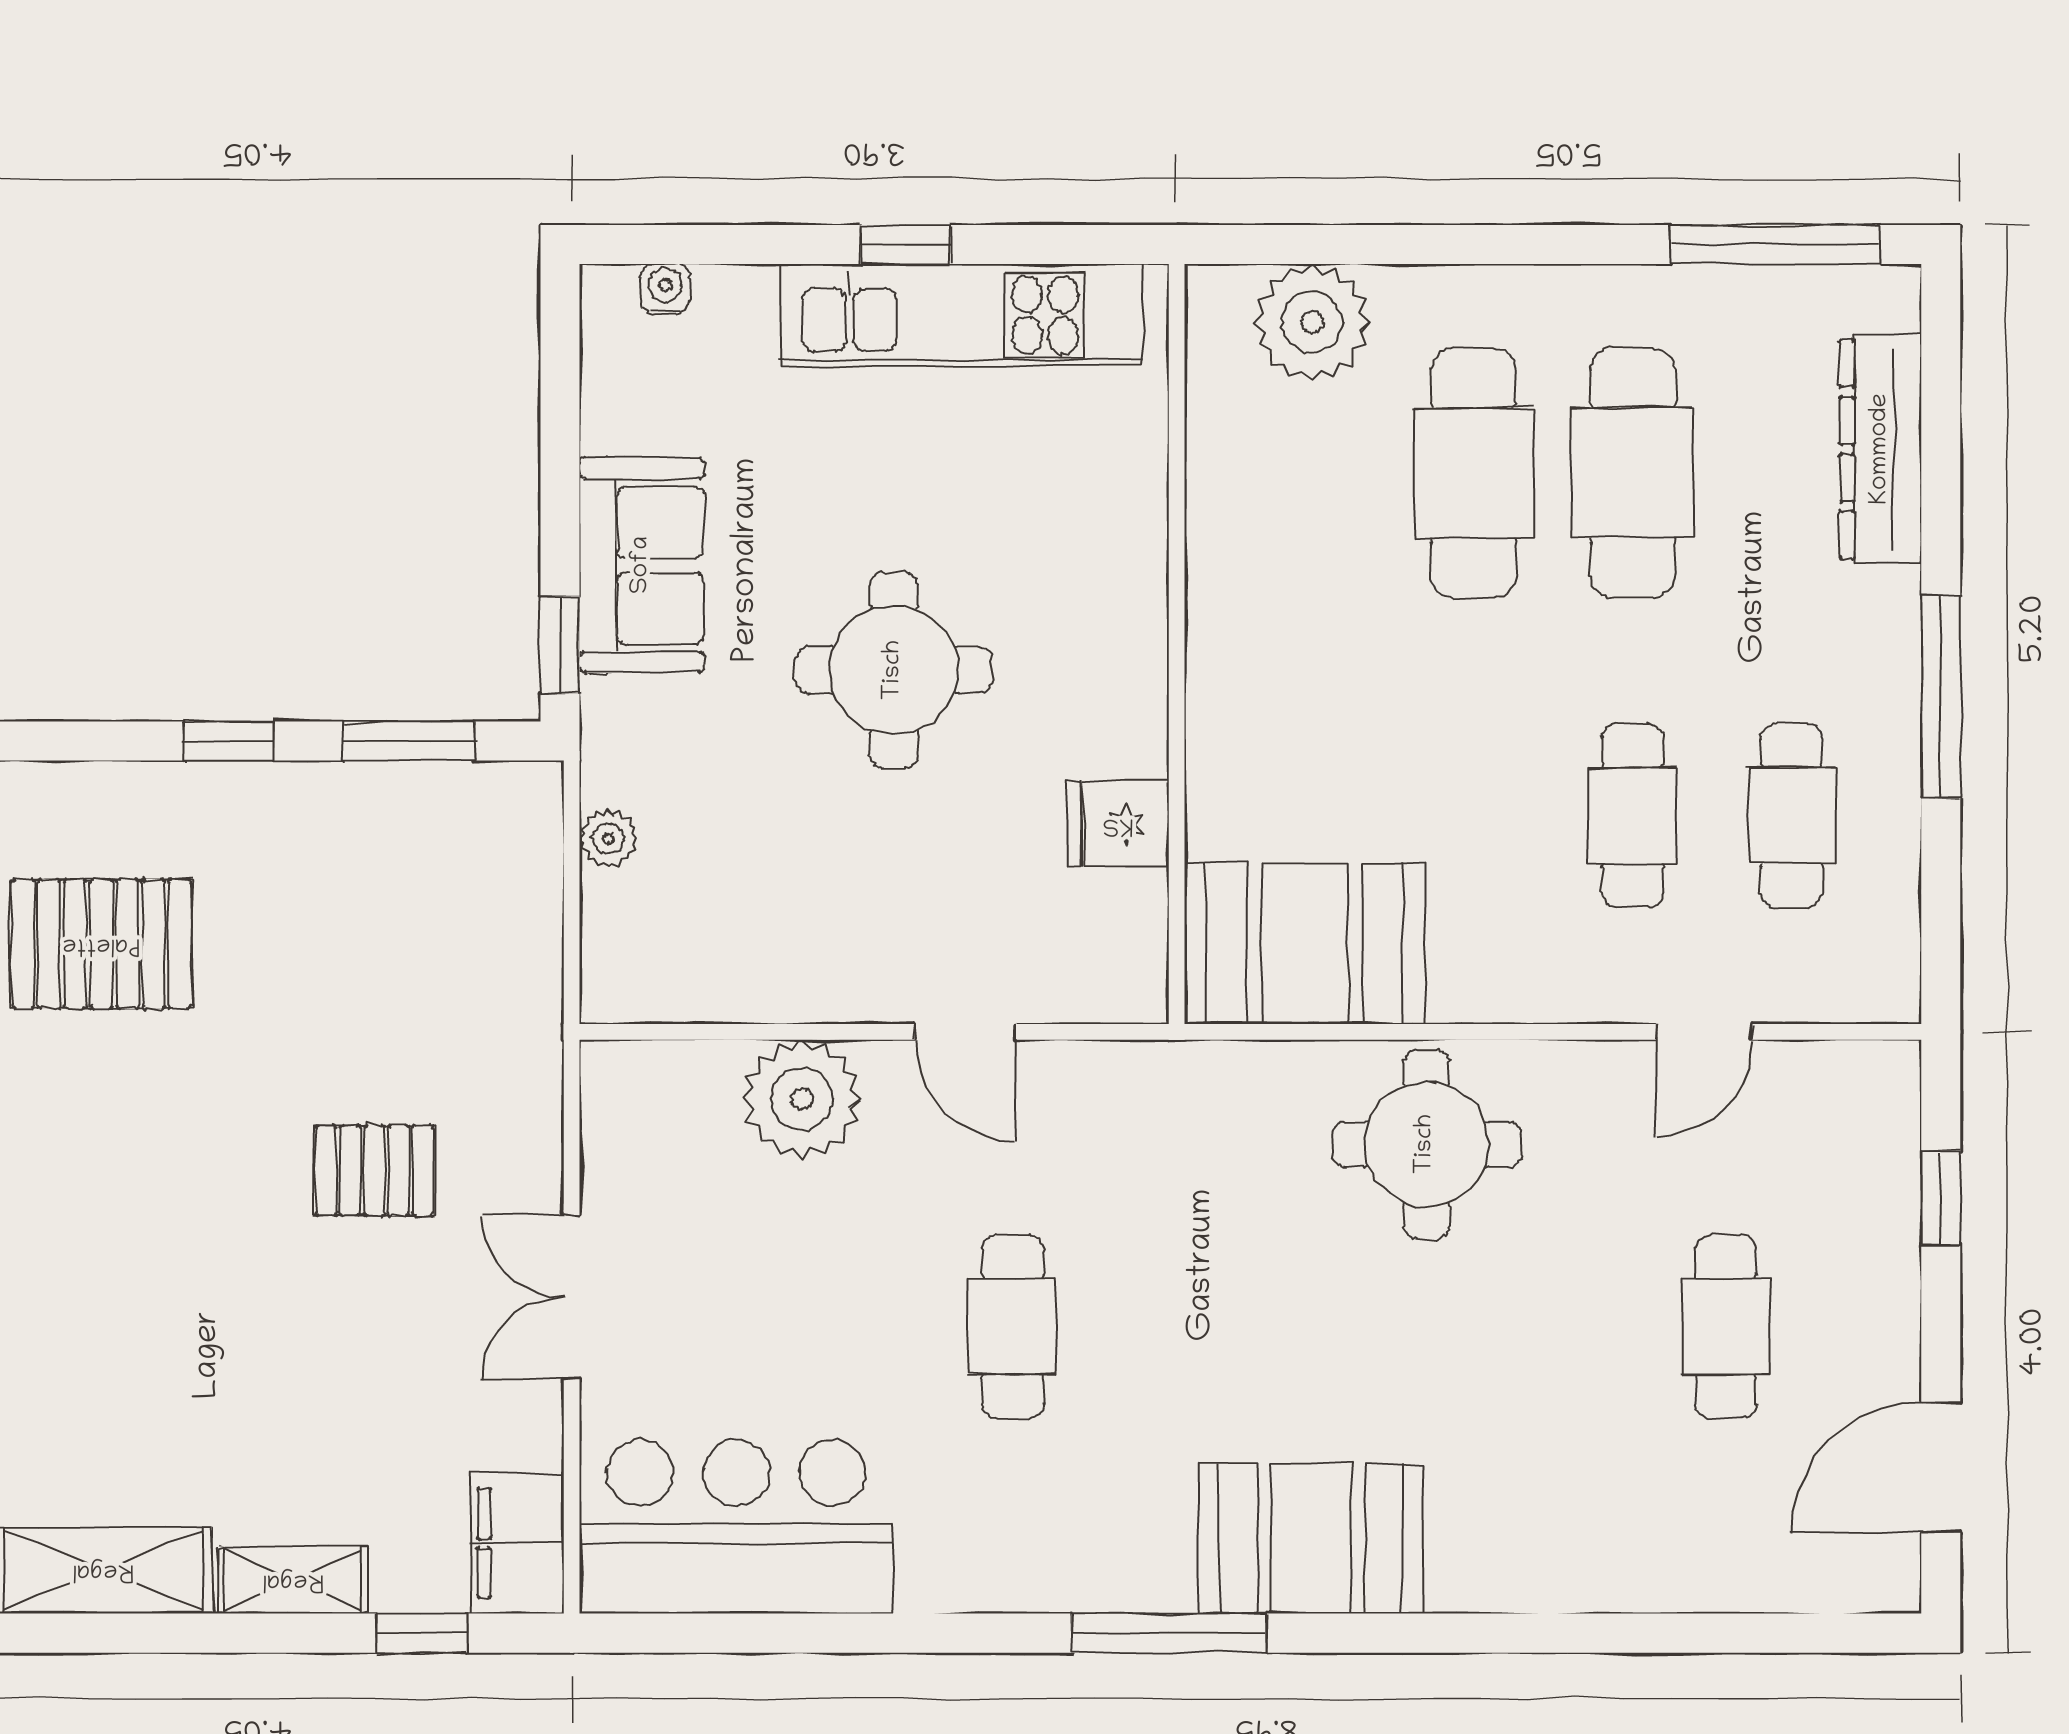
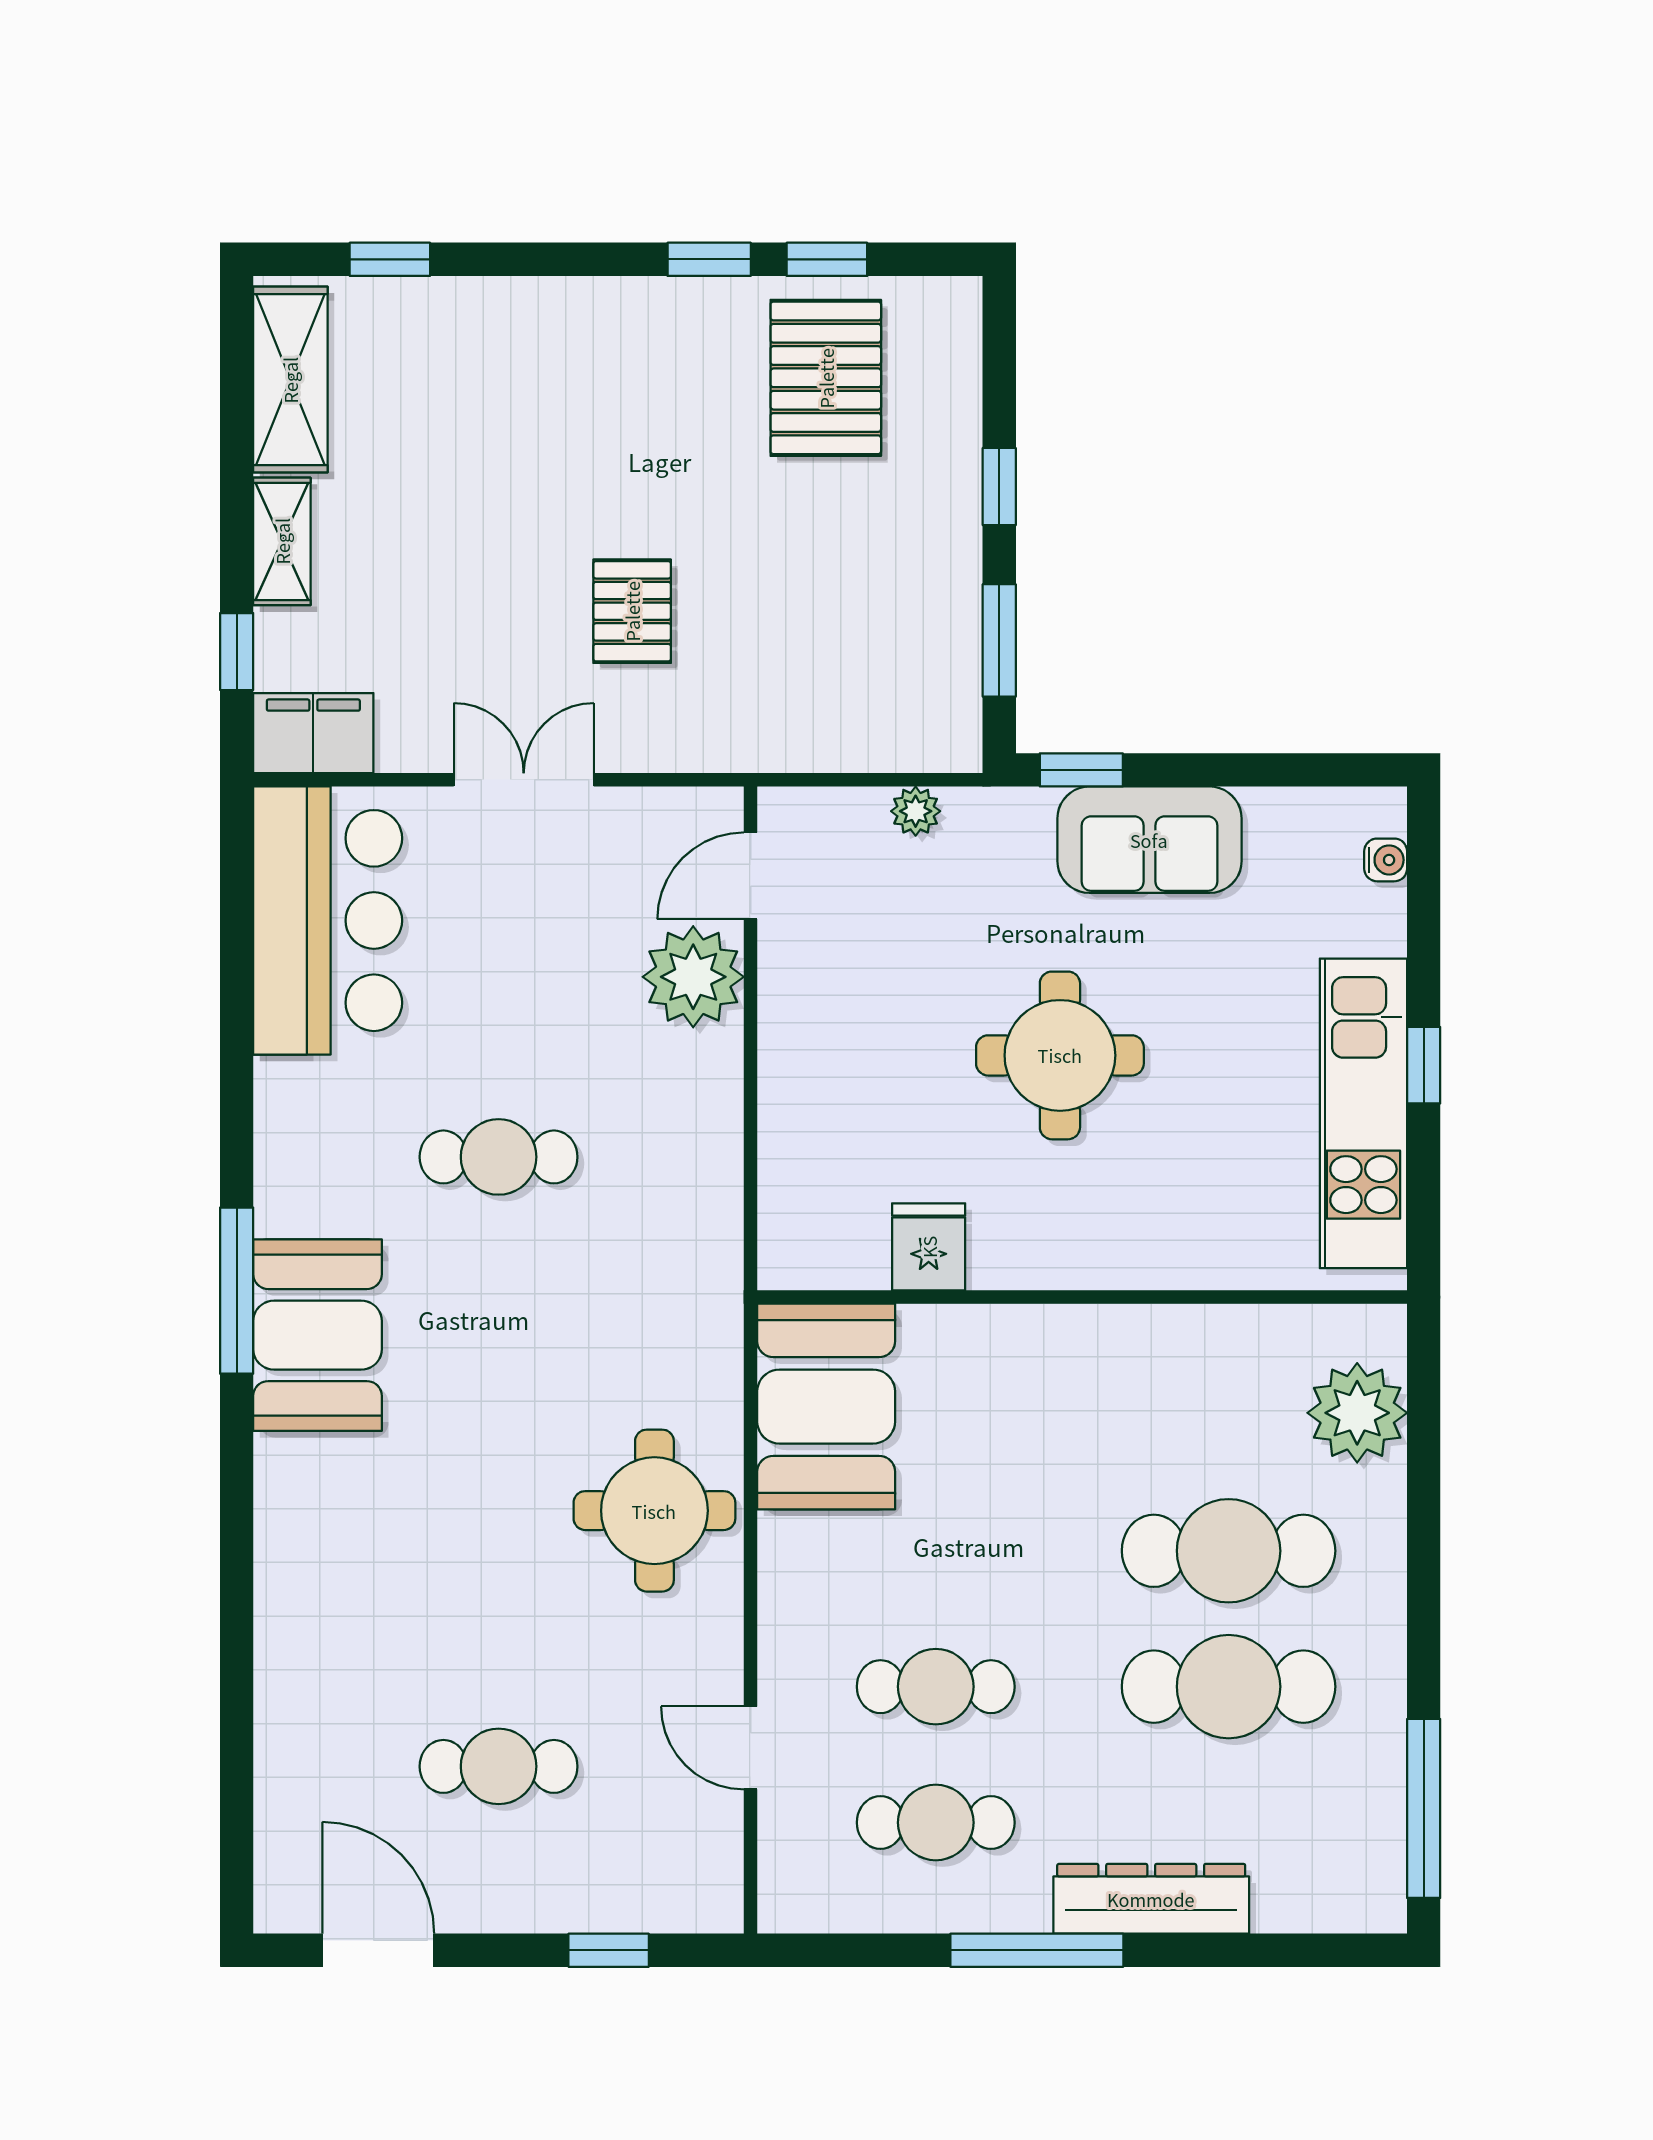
dresser: (1881, 449) -> (1151, 1899), moved
door: (965, 1032) -> (751, 876), moved
booth: (1311, 1538) -> (318, 1335), moved

